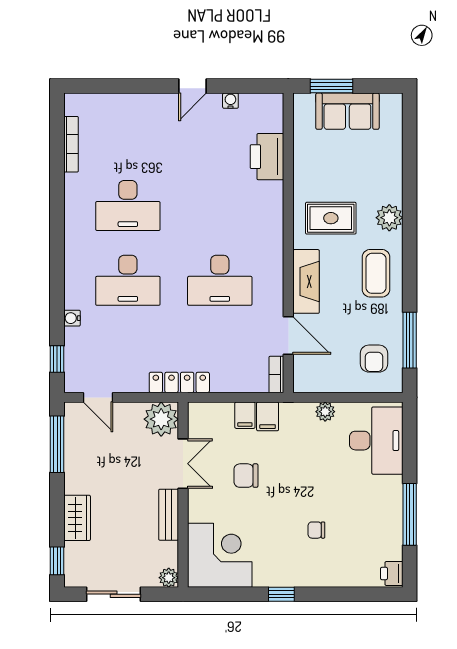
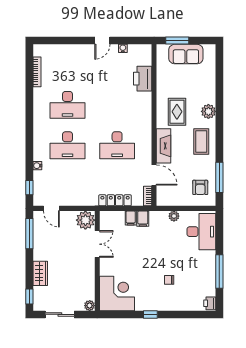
rug: (331, 218) -> (177, 112), turned 90
locker: (179, 382) -> (115, 200), moved
chair: (246, 476) -> (131, 251), removed
bench: (169, 515) -> (89, 272), removed

